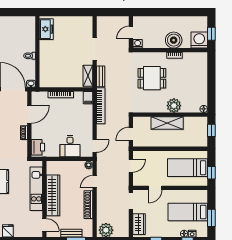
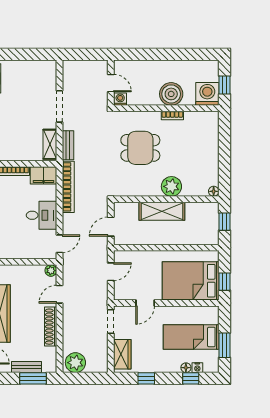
door: (131, 32) -> (111, 83), swing flipped
filing cabinet: (88, 98) -> (44, 175), width x2.00
desk: (70, 146) -> (42, 215), moved, turned -90
bed: (187, 168) -> (191, 281), width x1.50

